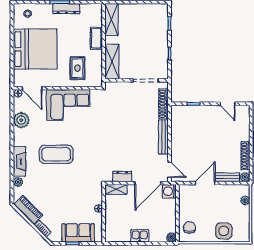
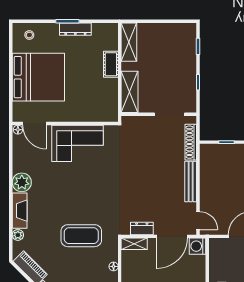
rug: (77, 68) -> (88, 100), removed
plant: (21, 120) -> (22, 182), moved
coffee table: (56, 154) -> (81, 236), moved

